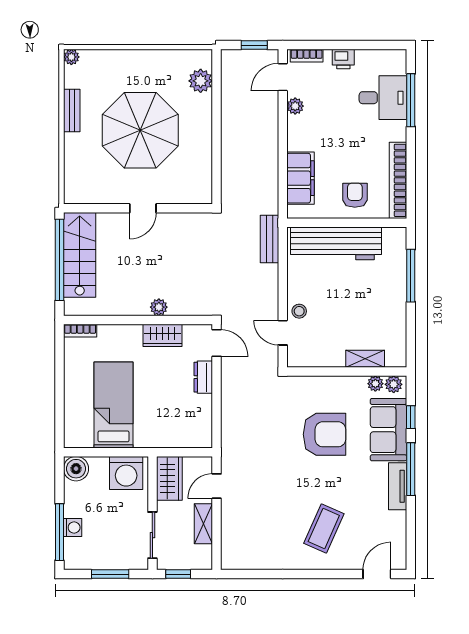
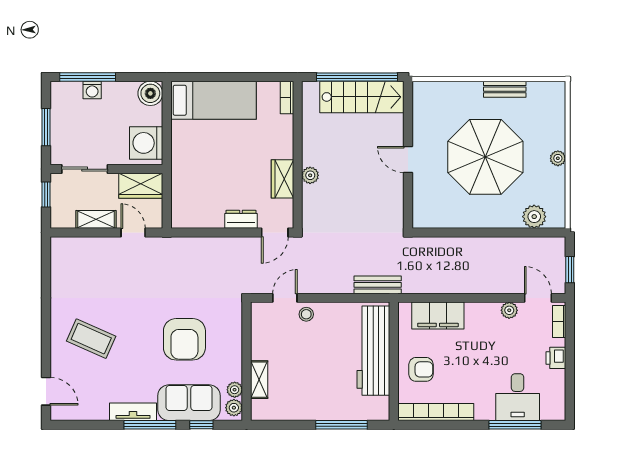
plant: (71, 57) -> (558, 158), moved
bed: (114, 405) -> (213, 100), moved

